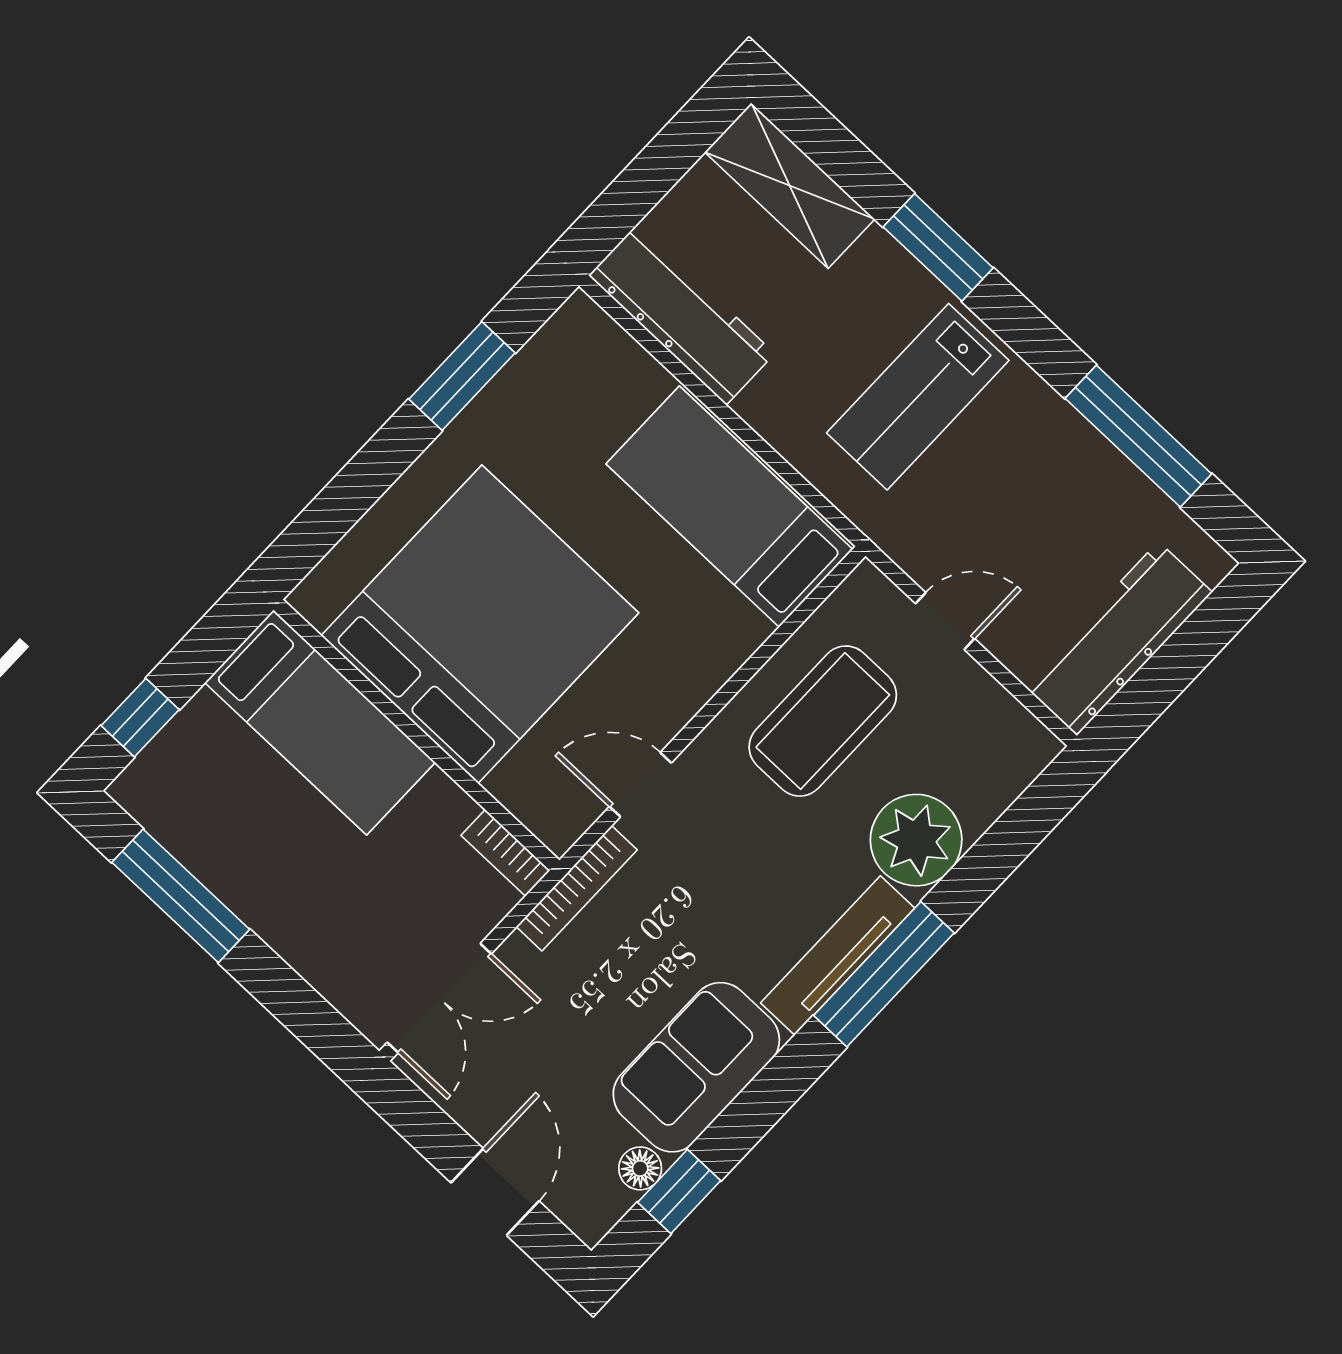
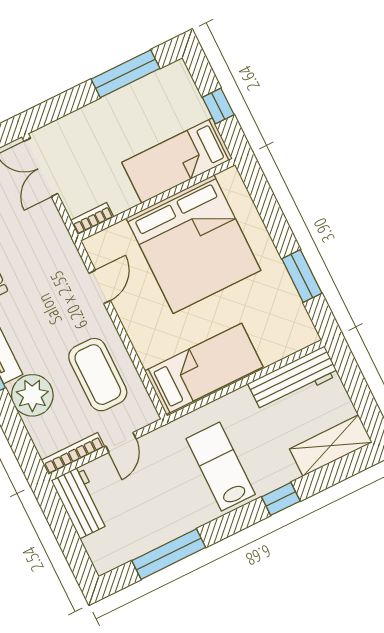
window: (938, 247) -> (281, 499), width x0.67
workbench: (1118, 639) -> (81, 502), width x0.73
window: (140, 718) -> (218, 106), moved
bookcase: (577, 888) -> (73, 453), moved, turned 90

